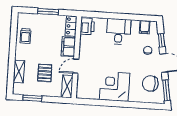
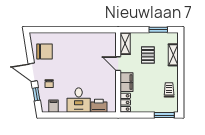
window: (48, 12) -> (164, 115), moved
printer: (87, 26) -> (99, 106), moved, turned 90
door: (76, 66) -> (118, 64), swing flipped
corner desk: (115, 86) -> (79, 46), removed
window: (166, 90) -> (28, 46), removed

